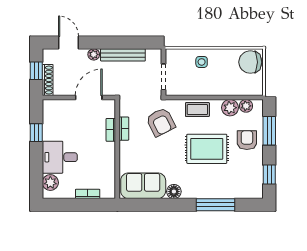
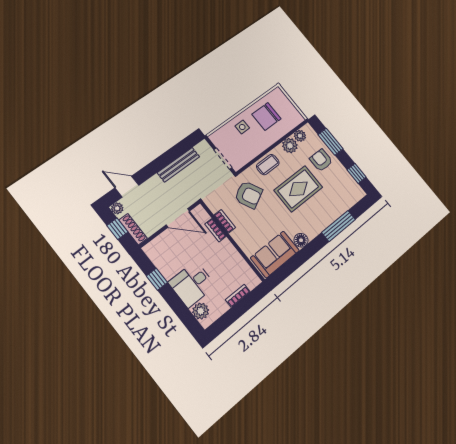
plant: (94, 54) -> (117, 208), moved
chair: (250, 62) -> (266, 117), moved
door: (89, 98) -> (178, 218), swing flipped

